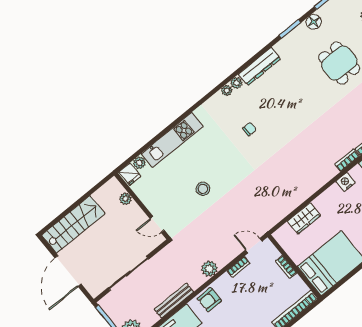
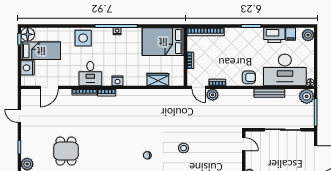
stool: (203, 189) -> (184, 148), moved
plant: (209, 269) -> (213, 95), moved

